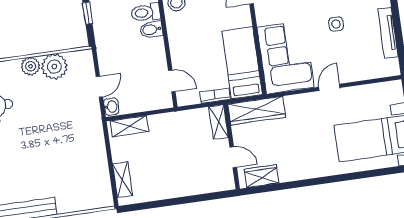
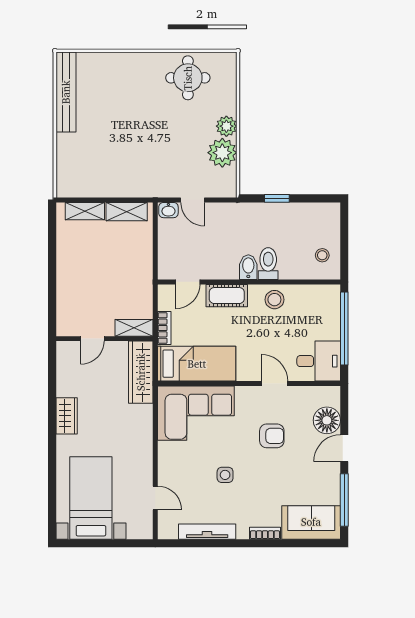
cot: (179, 45) -> (227, 296), added
door: (329, 87) -> (155, 498), moved
shelving: (129, 126) -> (127, 212), moved, turned 90
wardrobe: (262, 176) -> (67, 416), moved

